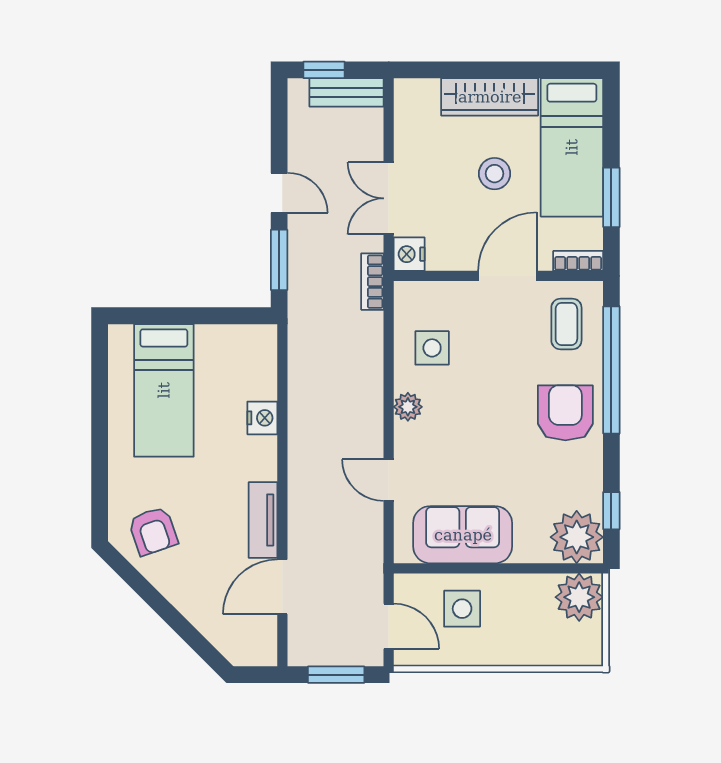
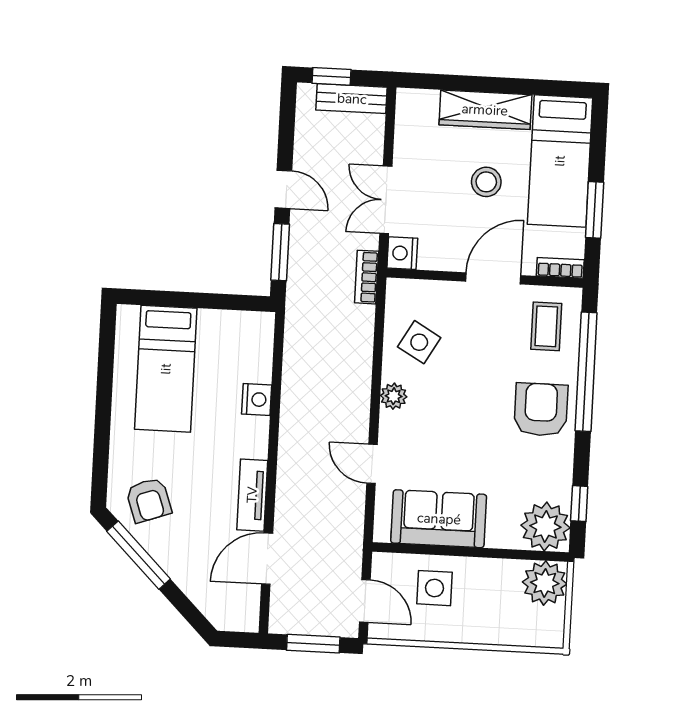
side table: (432, 348) -> (419, 342), turned 30
window: (145, 590) -> (139, 555), added

